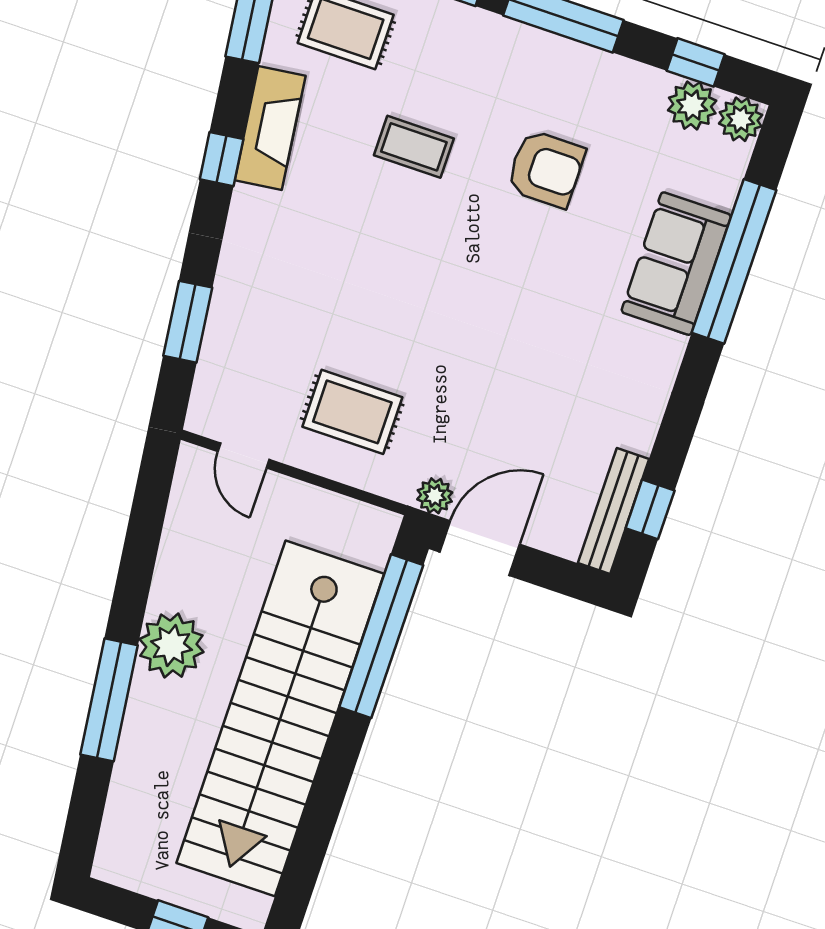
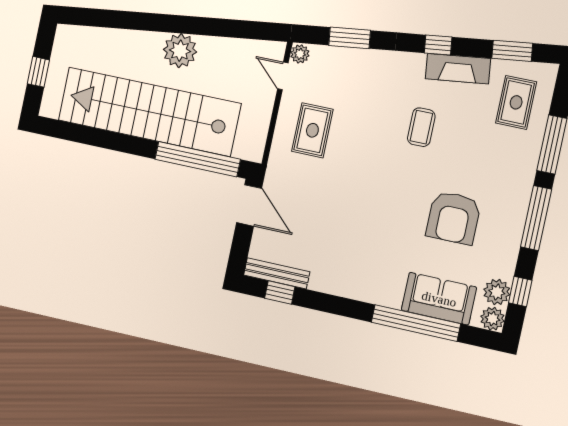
coffee table: (414, 147) -> (421, 127), moved
armchair: (546, 169) -> (453, 218), width x1.36, depth x1.36
sofa: (676, 264) -> (439, 299), moved
door: (243, 455) -> (283, 76), hinge flipped
plant: (435, 496) -> (300, 54), moved
window: (109, 700) -> (148, 22), removed

